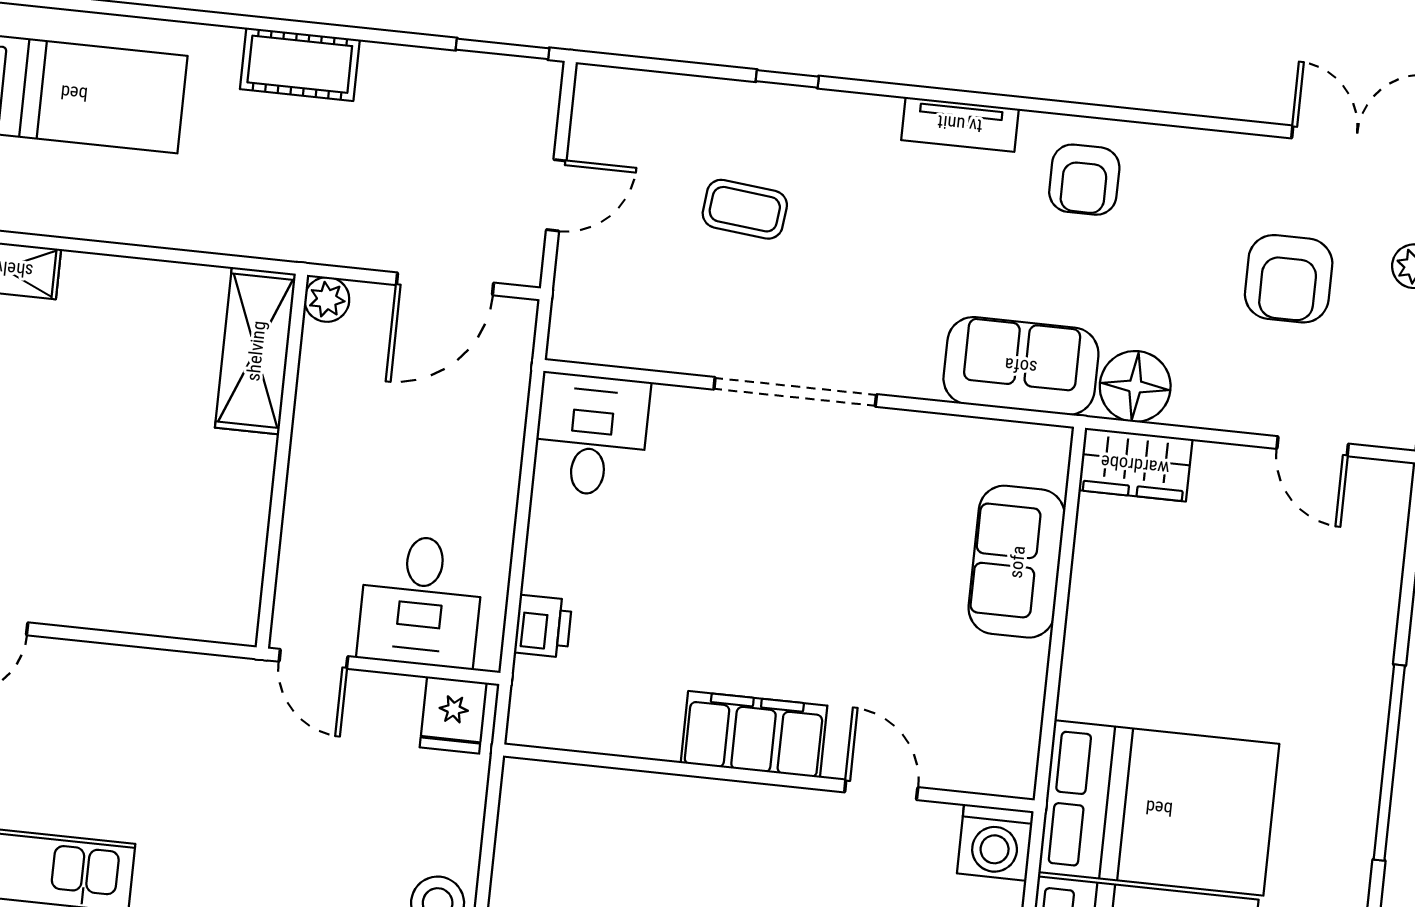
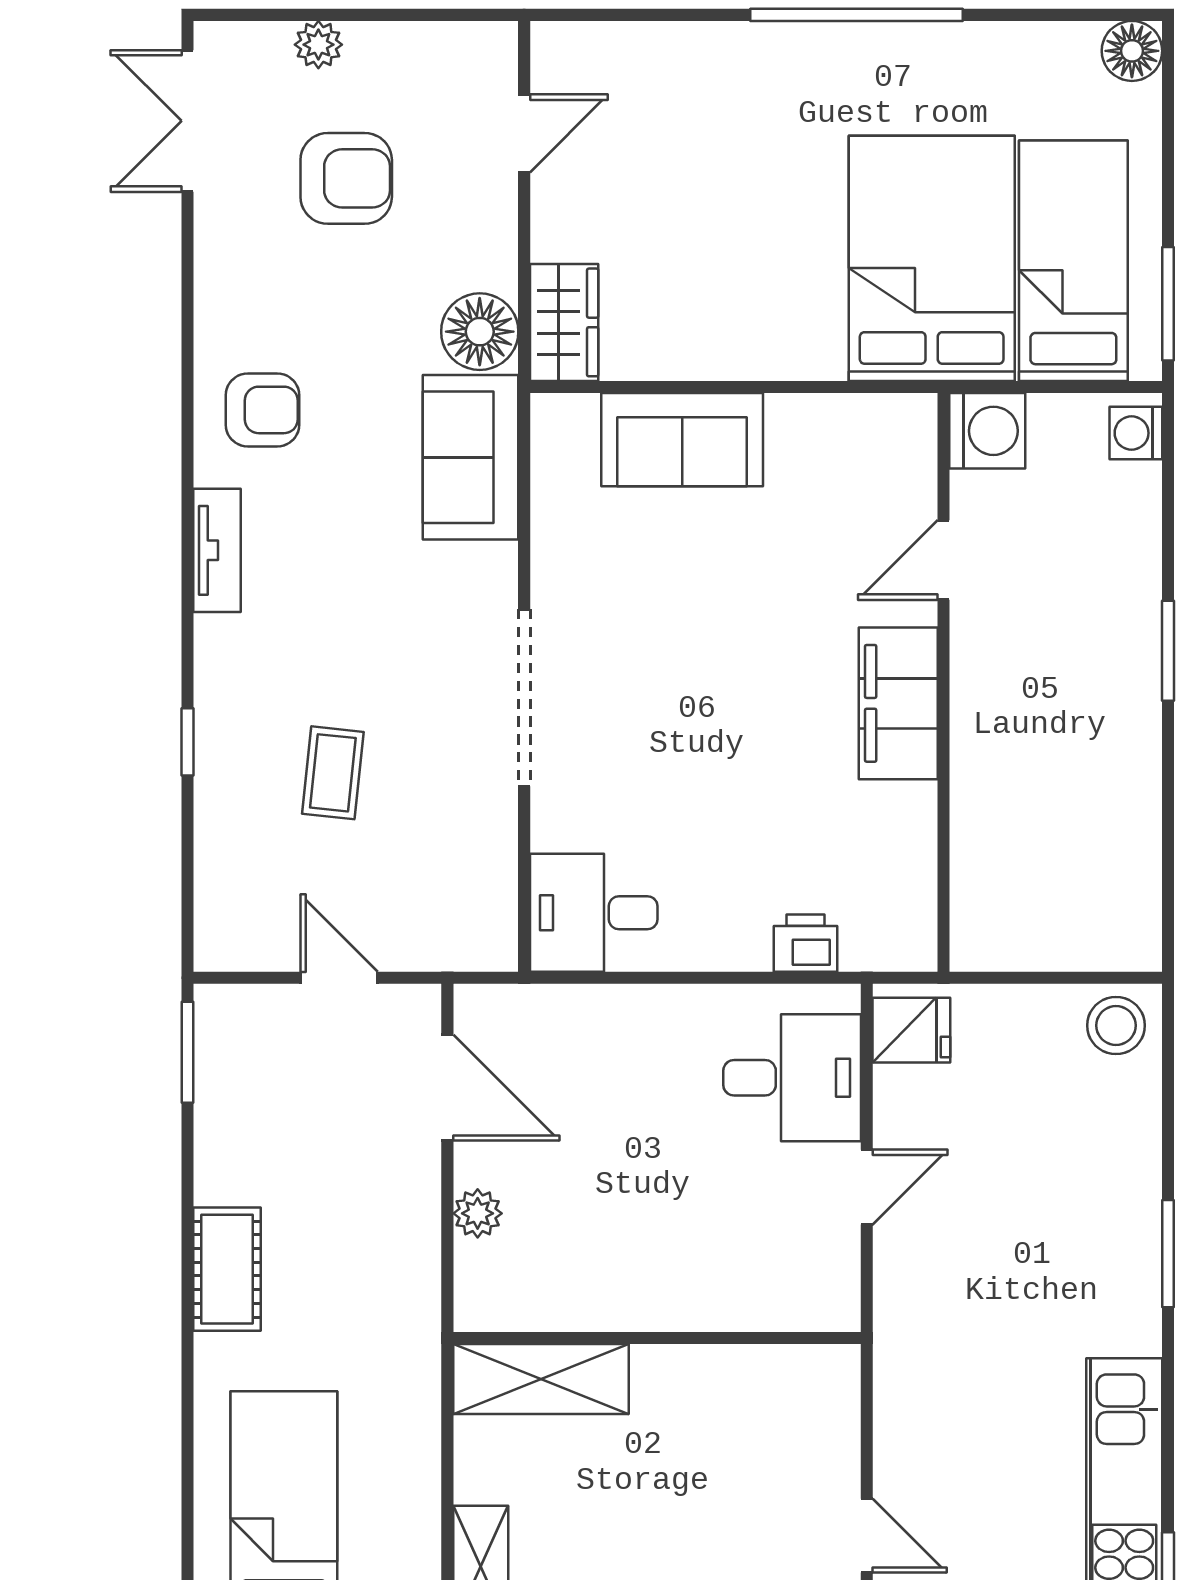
shelving: (256, 351) -> (541, 1379), moved
wall: (282, 461) -> (657, 1338), moved

